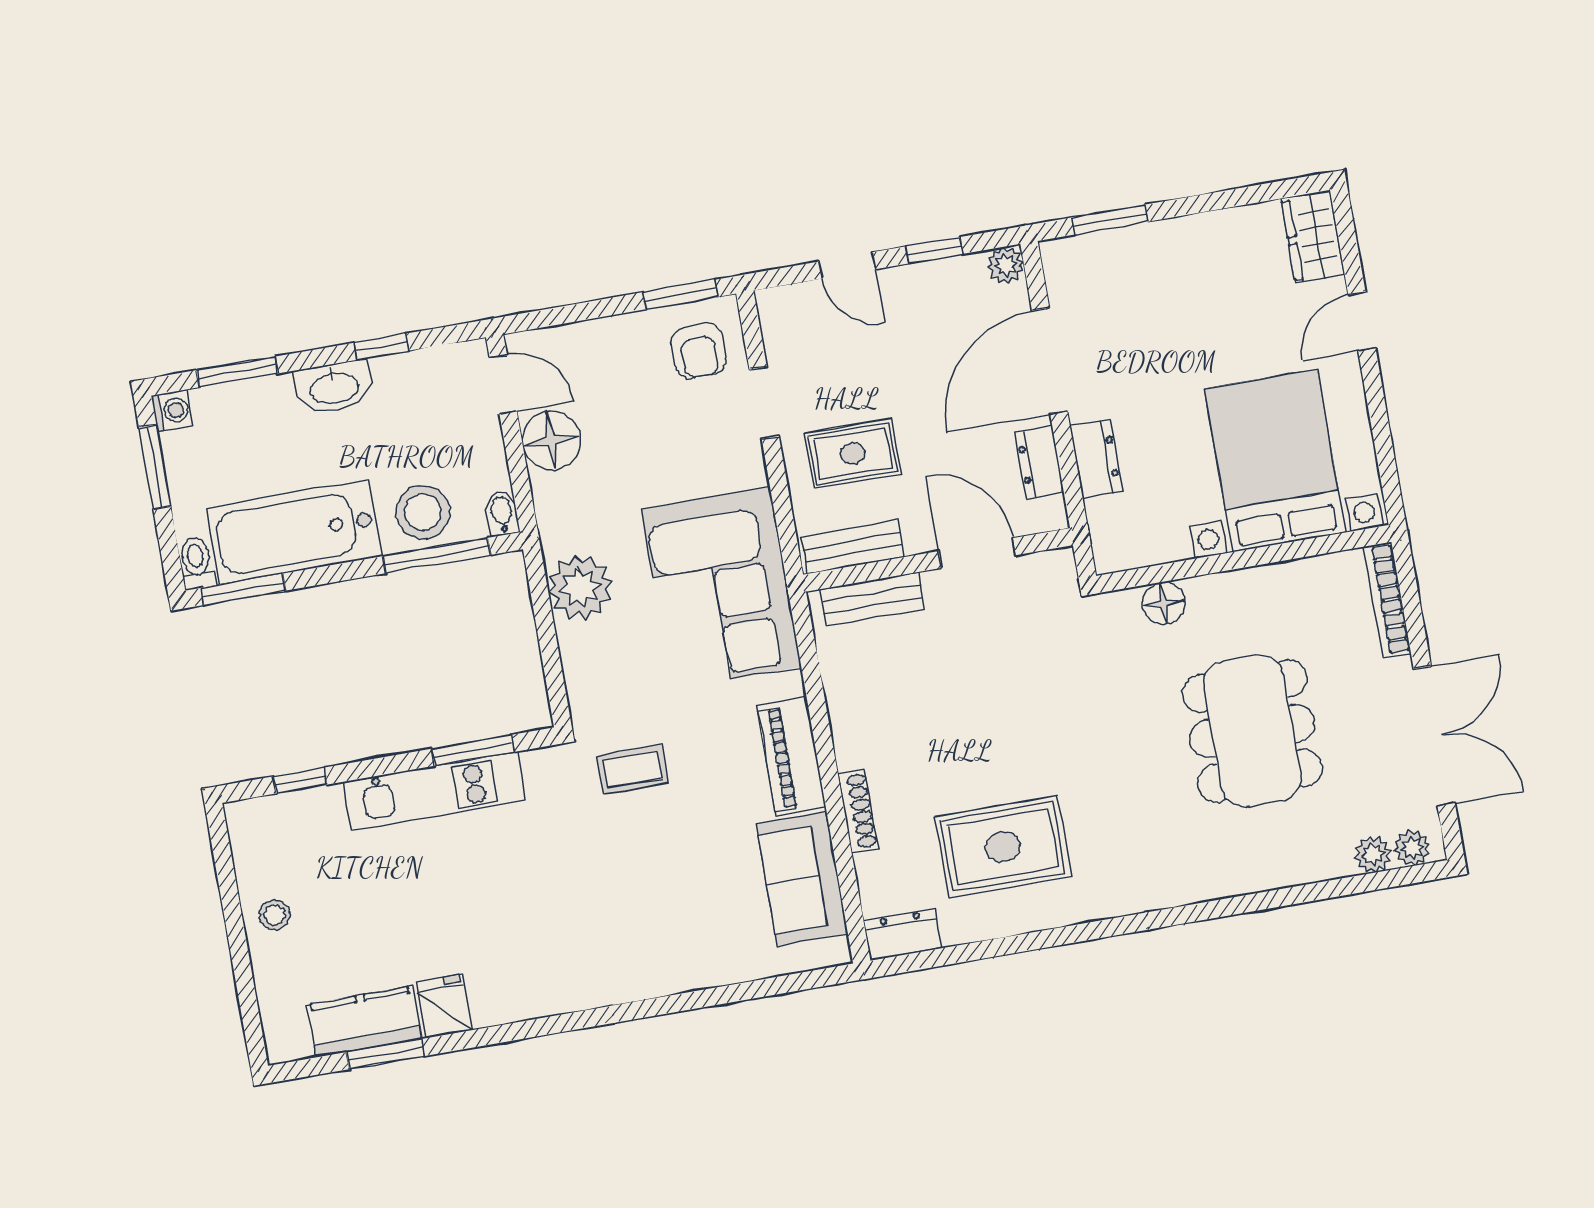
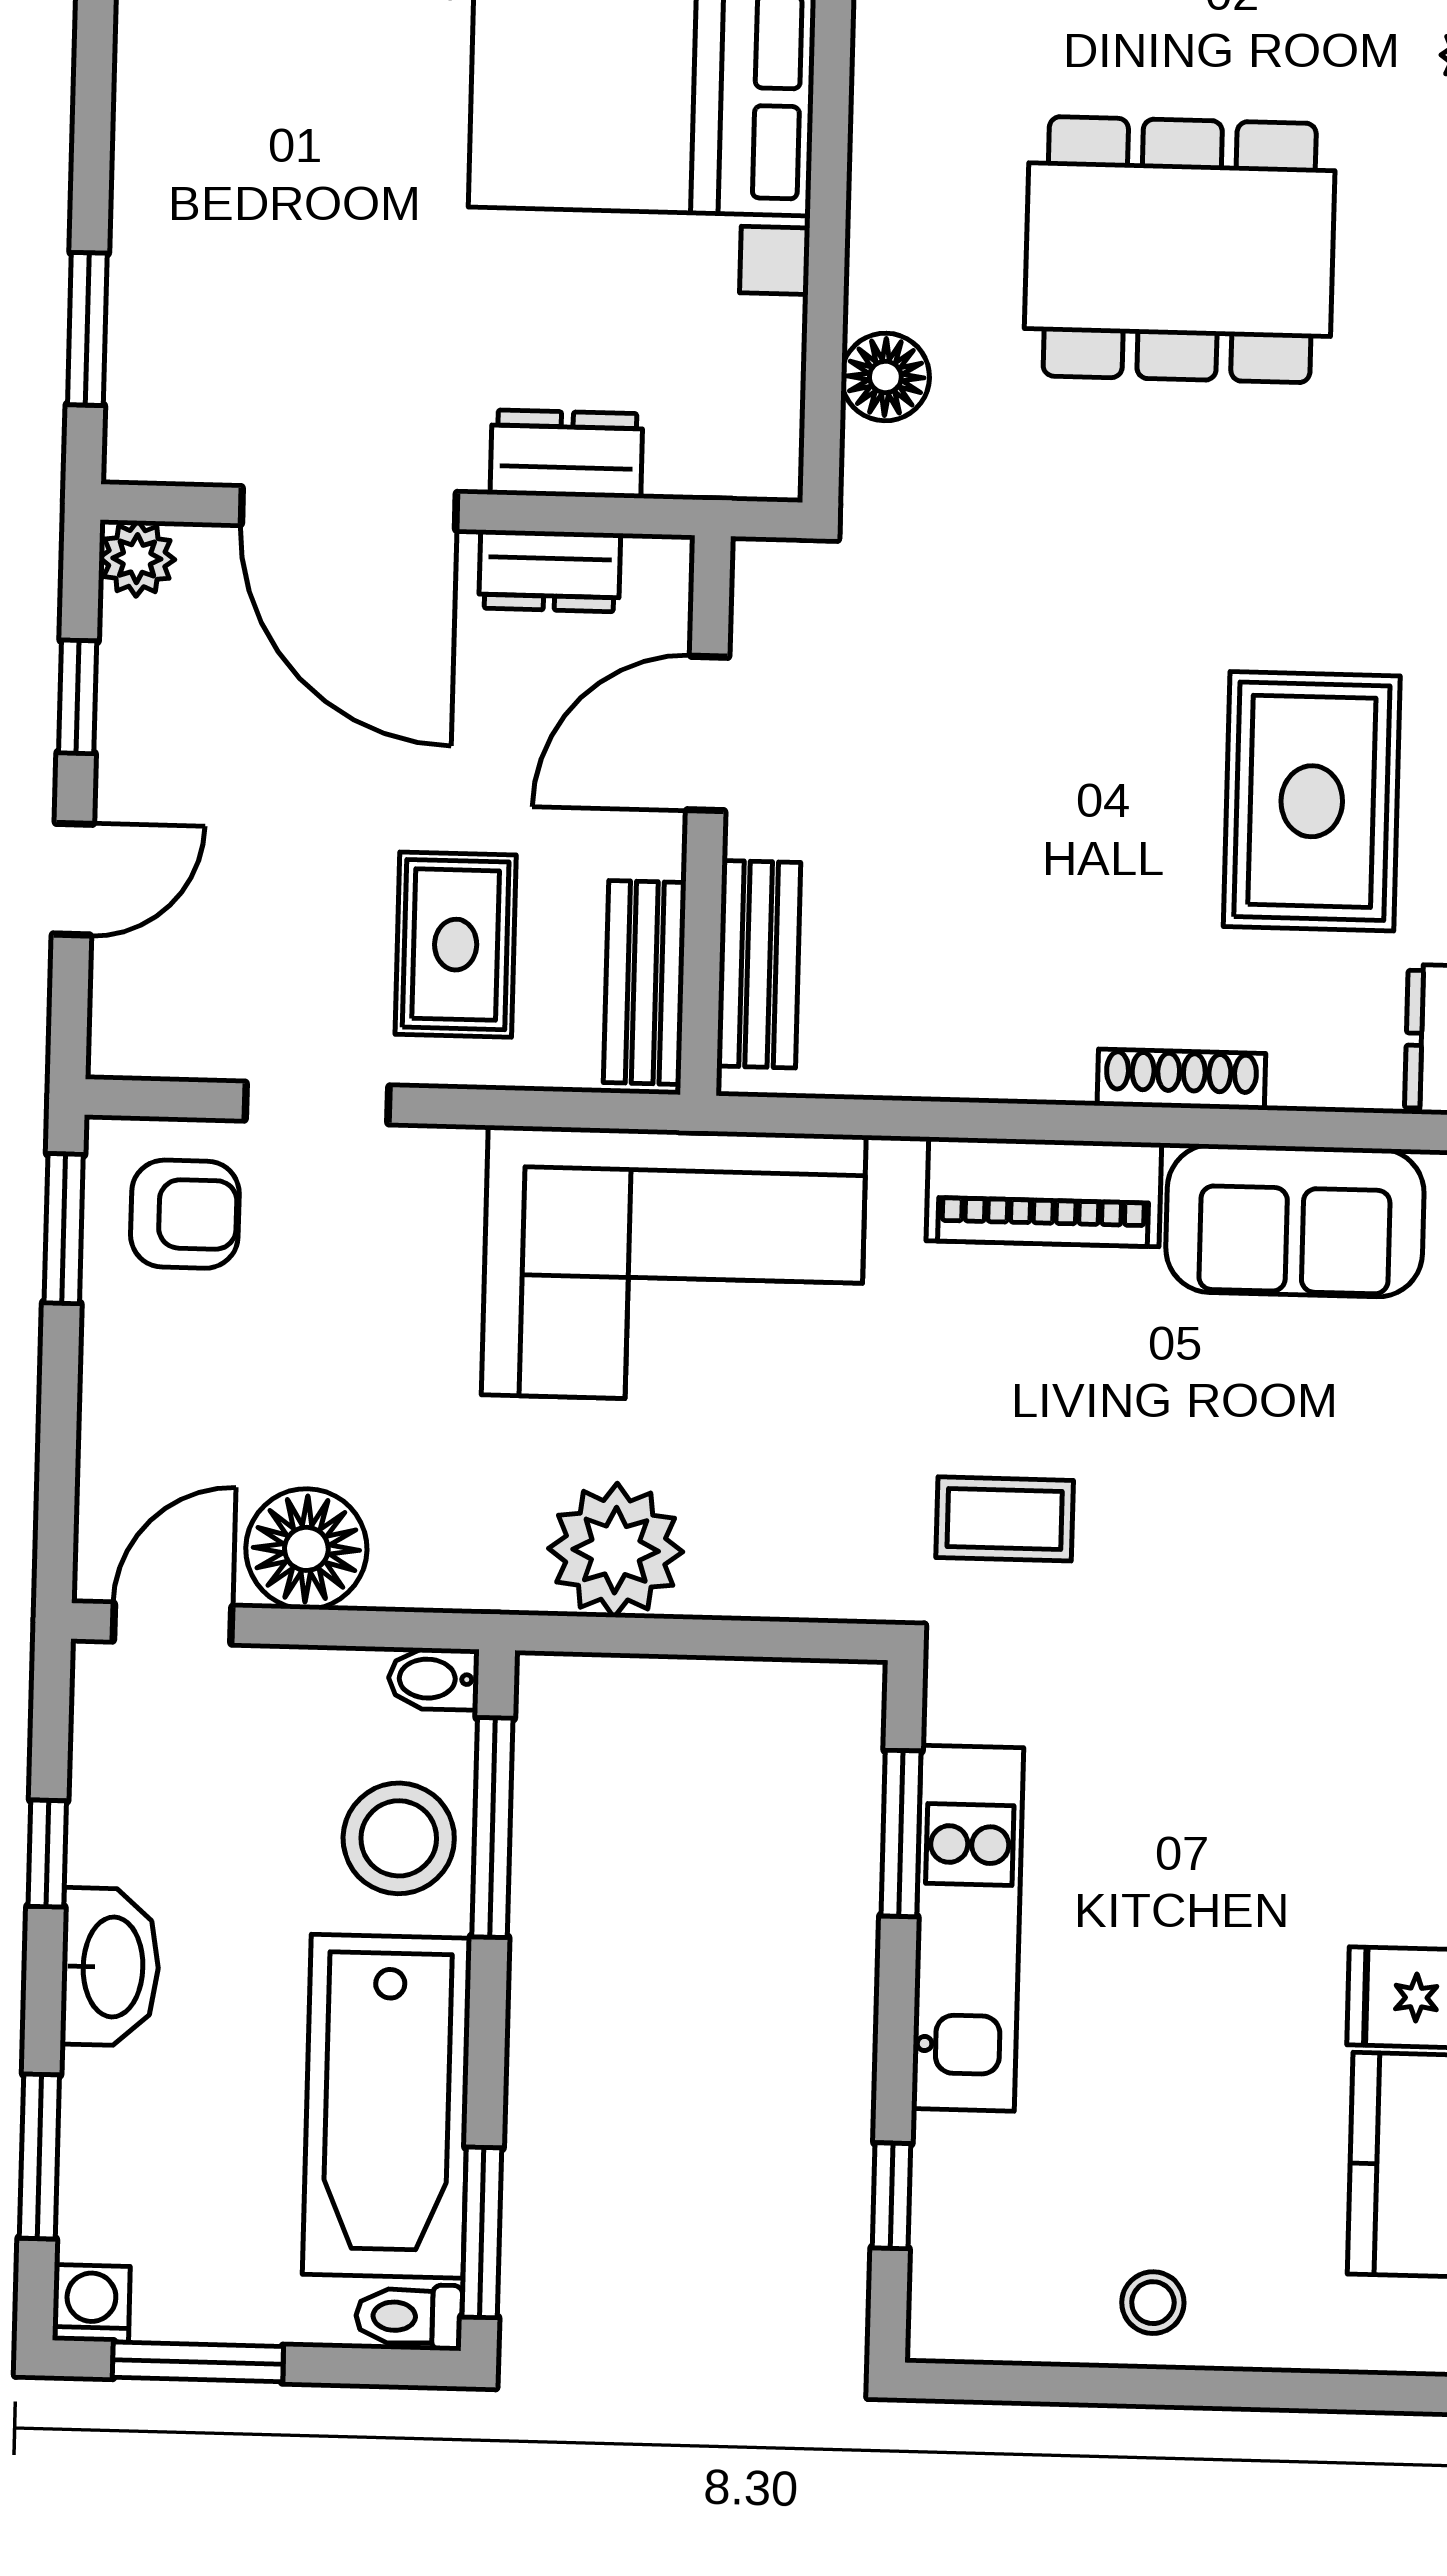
coffee table: (632, 769) -> (1005, 1519), turned 90

